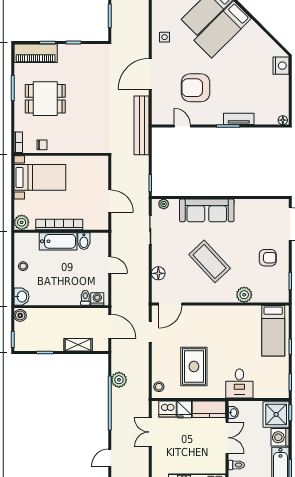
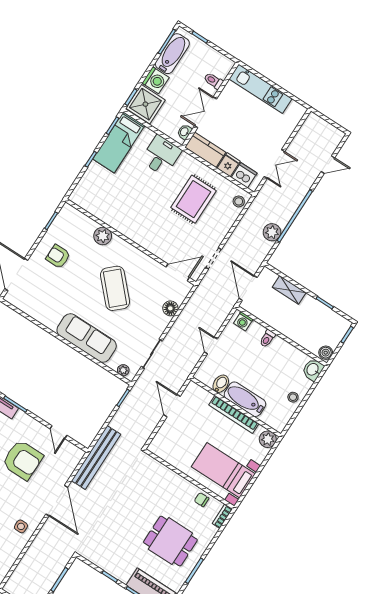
door: (150, 74) -> (57, 501), hinge flipped
toilet: (85, 298) -> (267, 338), moved
bed: (273, 331) -> (119, 142), moved, turned 180

